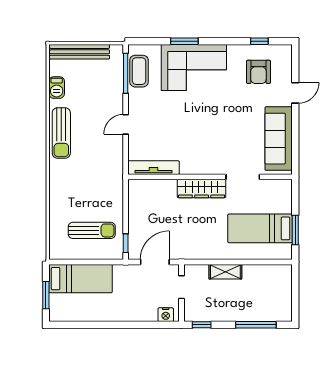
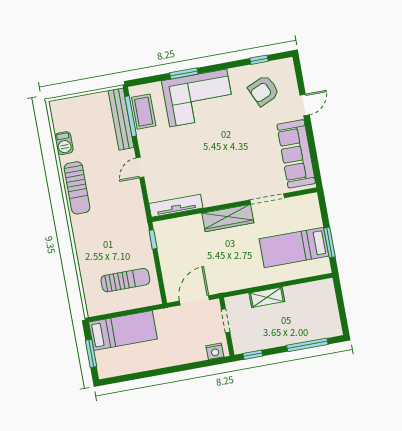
bench: (80, 52) -> (121, 119), moved, turned 90
armchair: (258, 72) -> (264, 91), turned 66
window: (126, 243) -> (153, 239), moved

